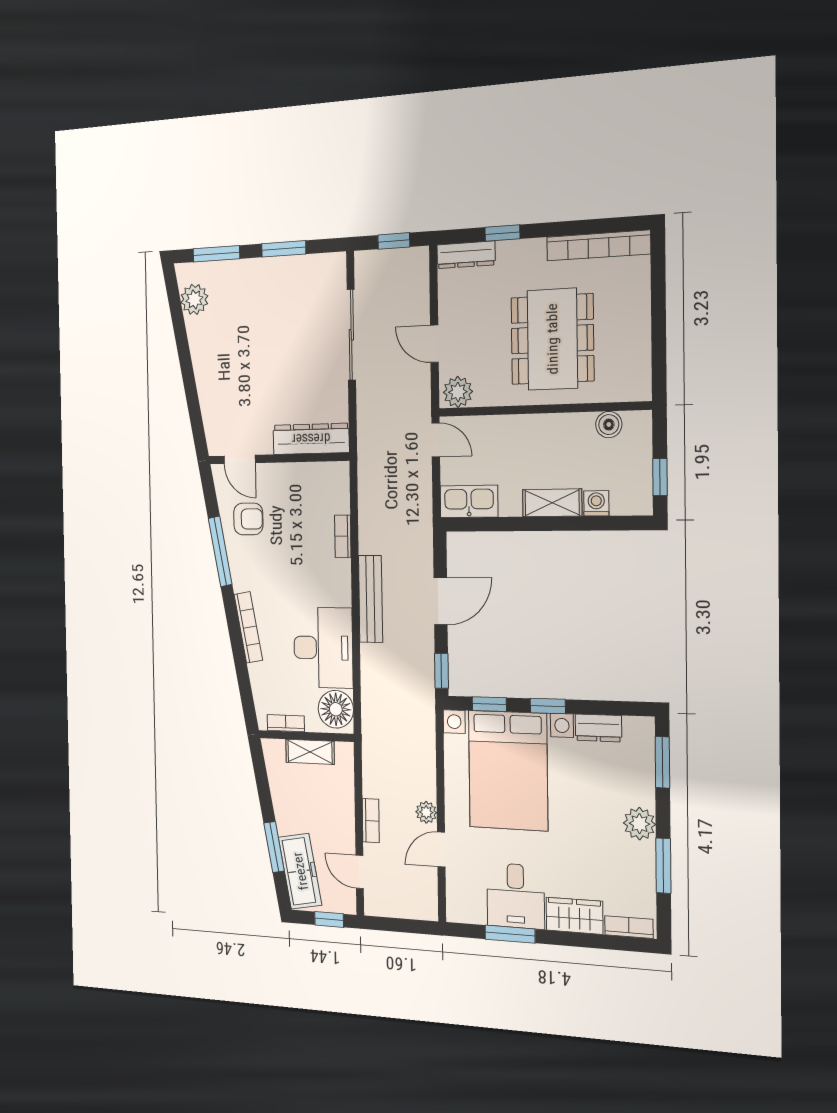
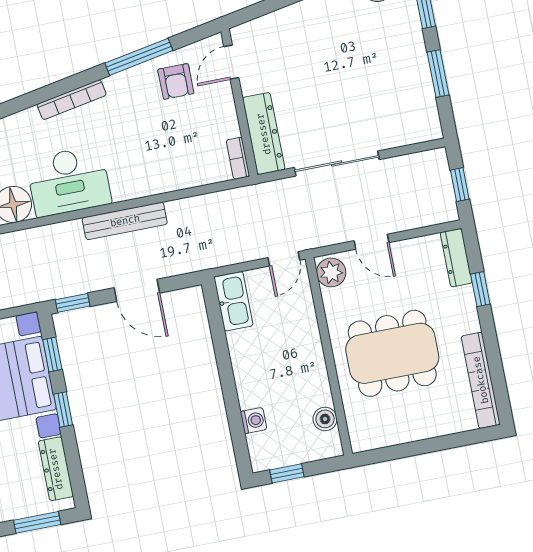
sliding door: (351, 335) -> (337, 164), moved
door: (434, 344) -> (371, 242), swing flipped
shelving: (552, 503) -> (247, 380), removed
bookcase: (343, 536) -> (238, 158), moved, turned -90
dresser: (598, 728) -> (56, 469), width x1.44

